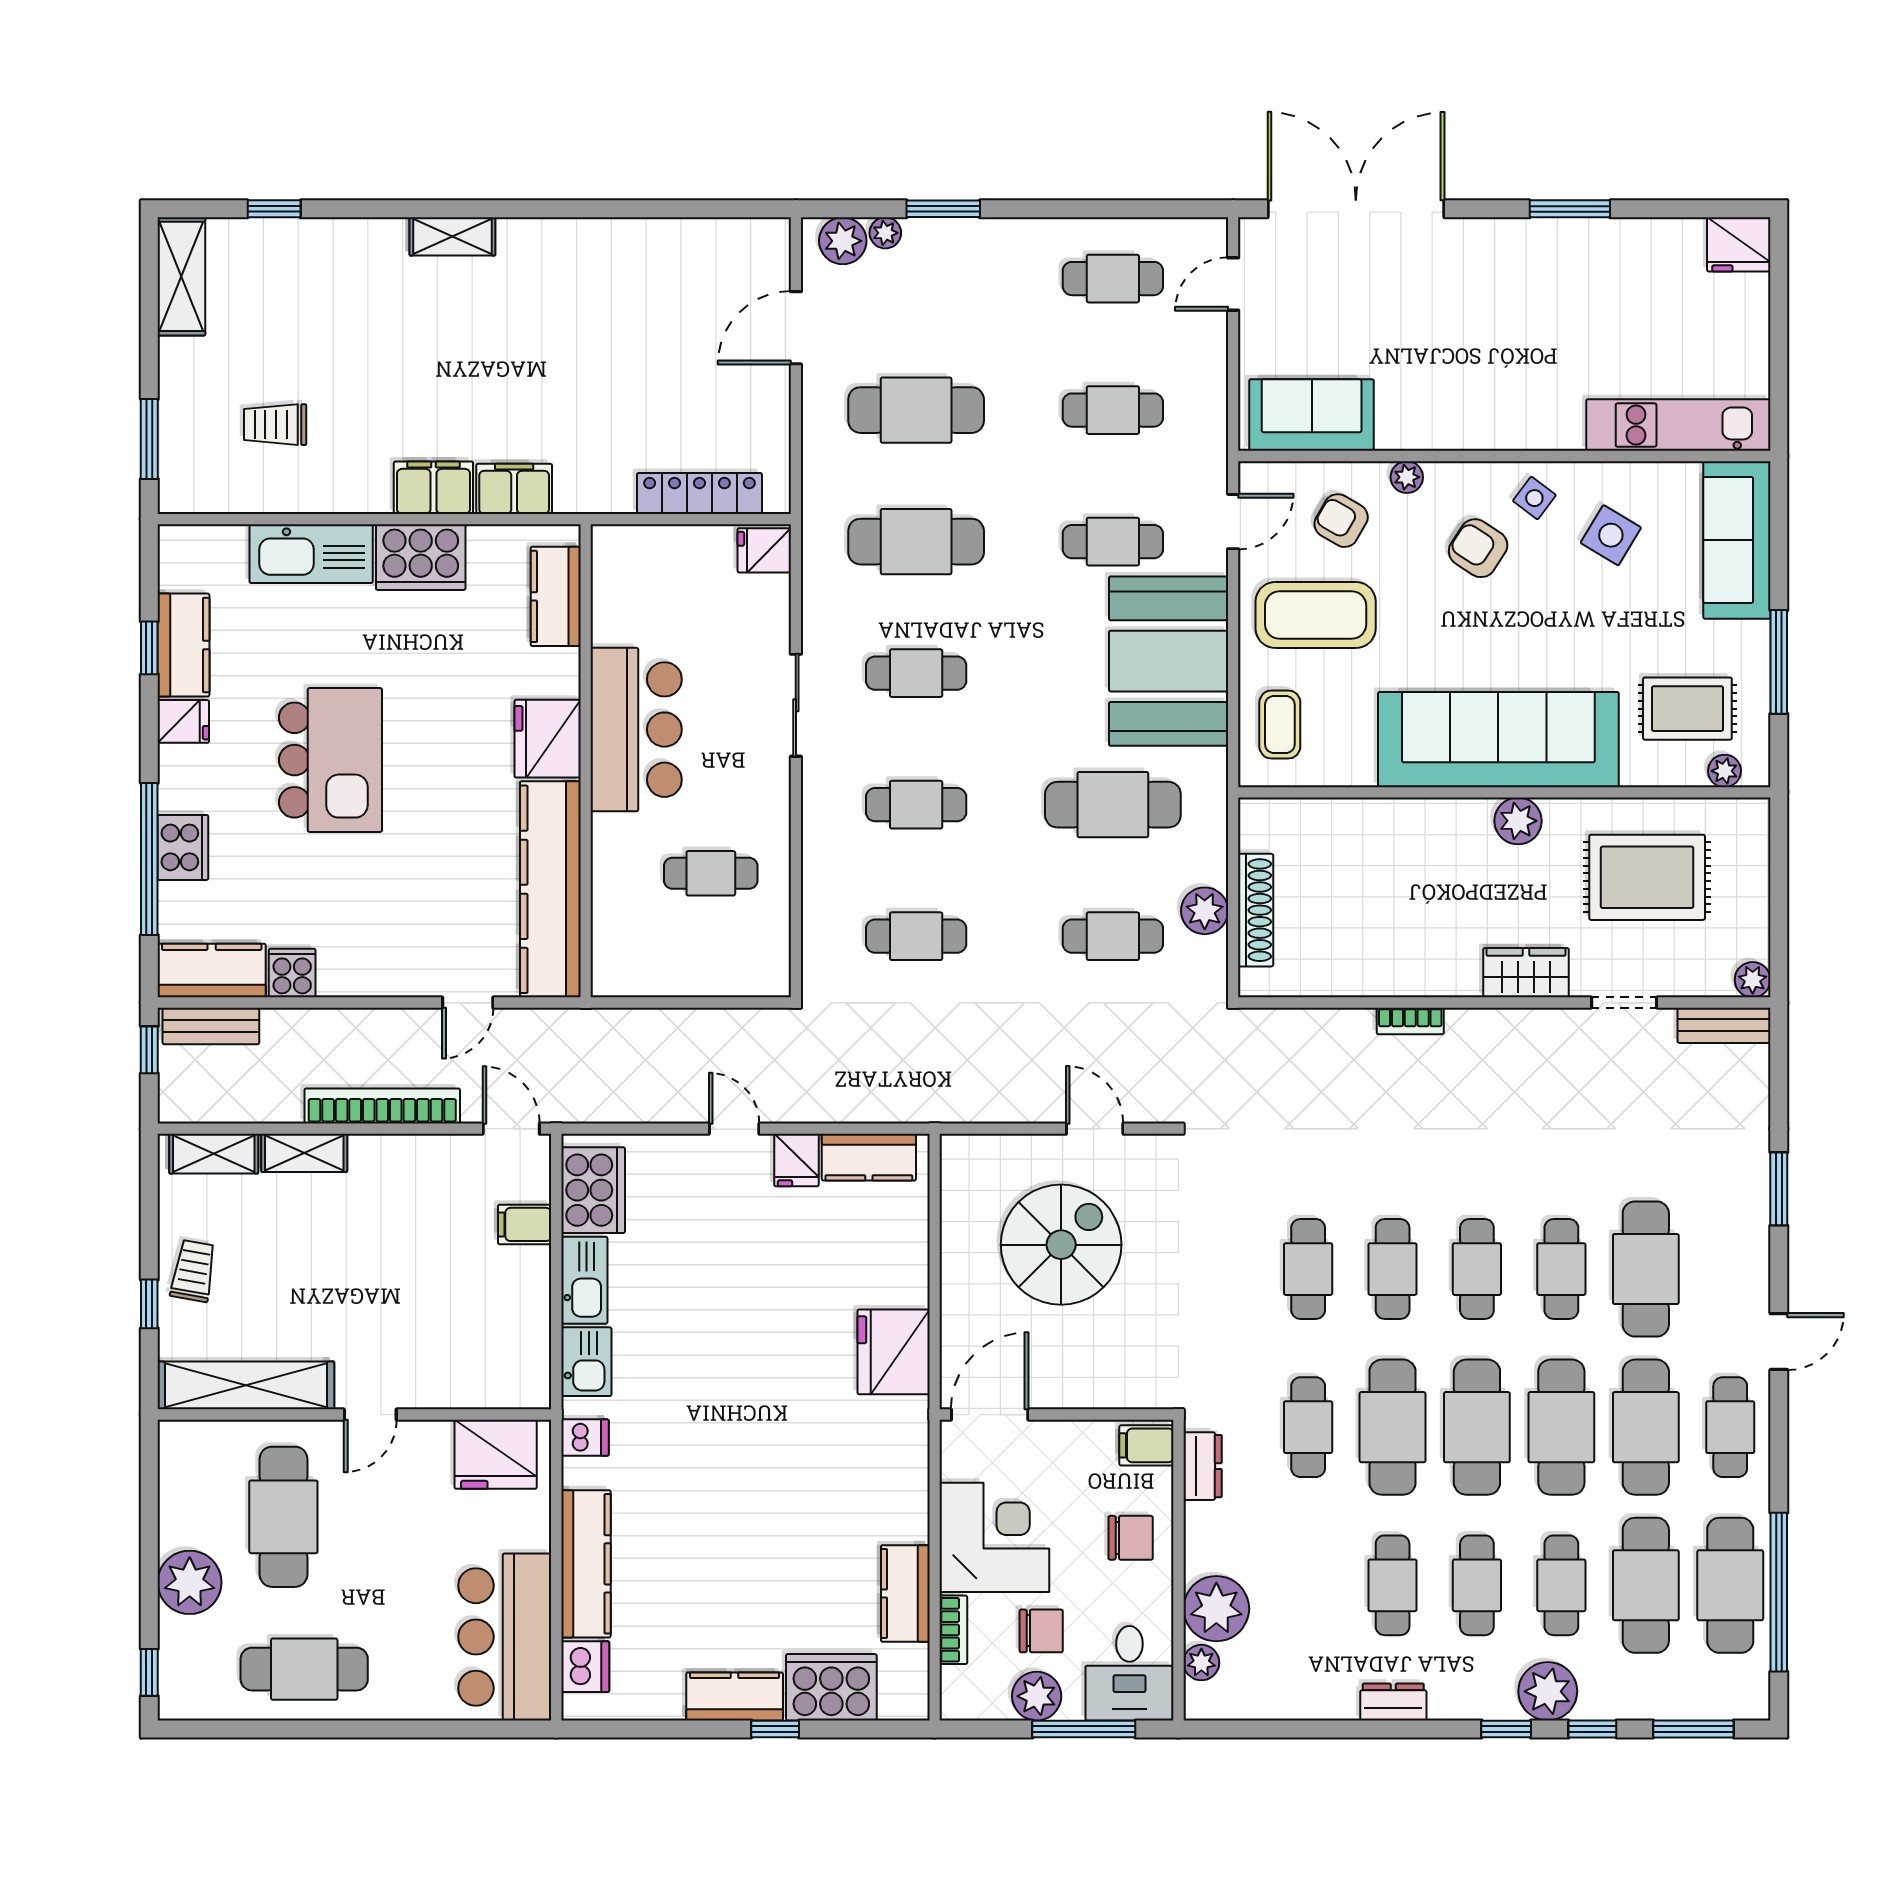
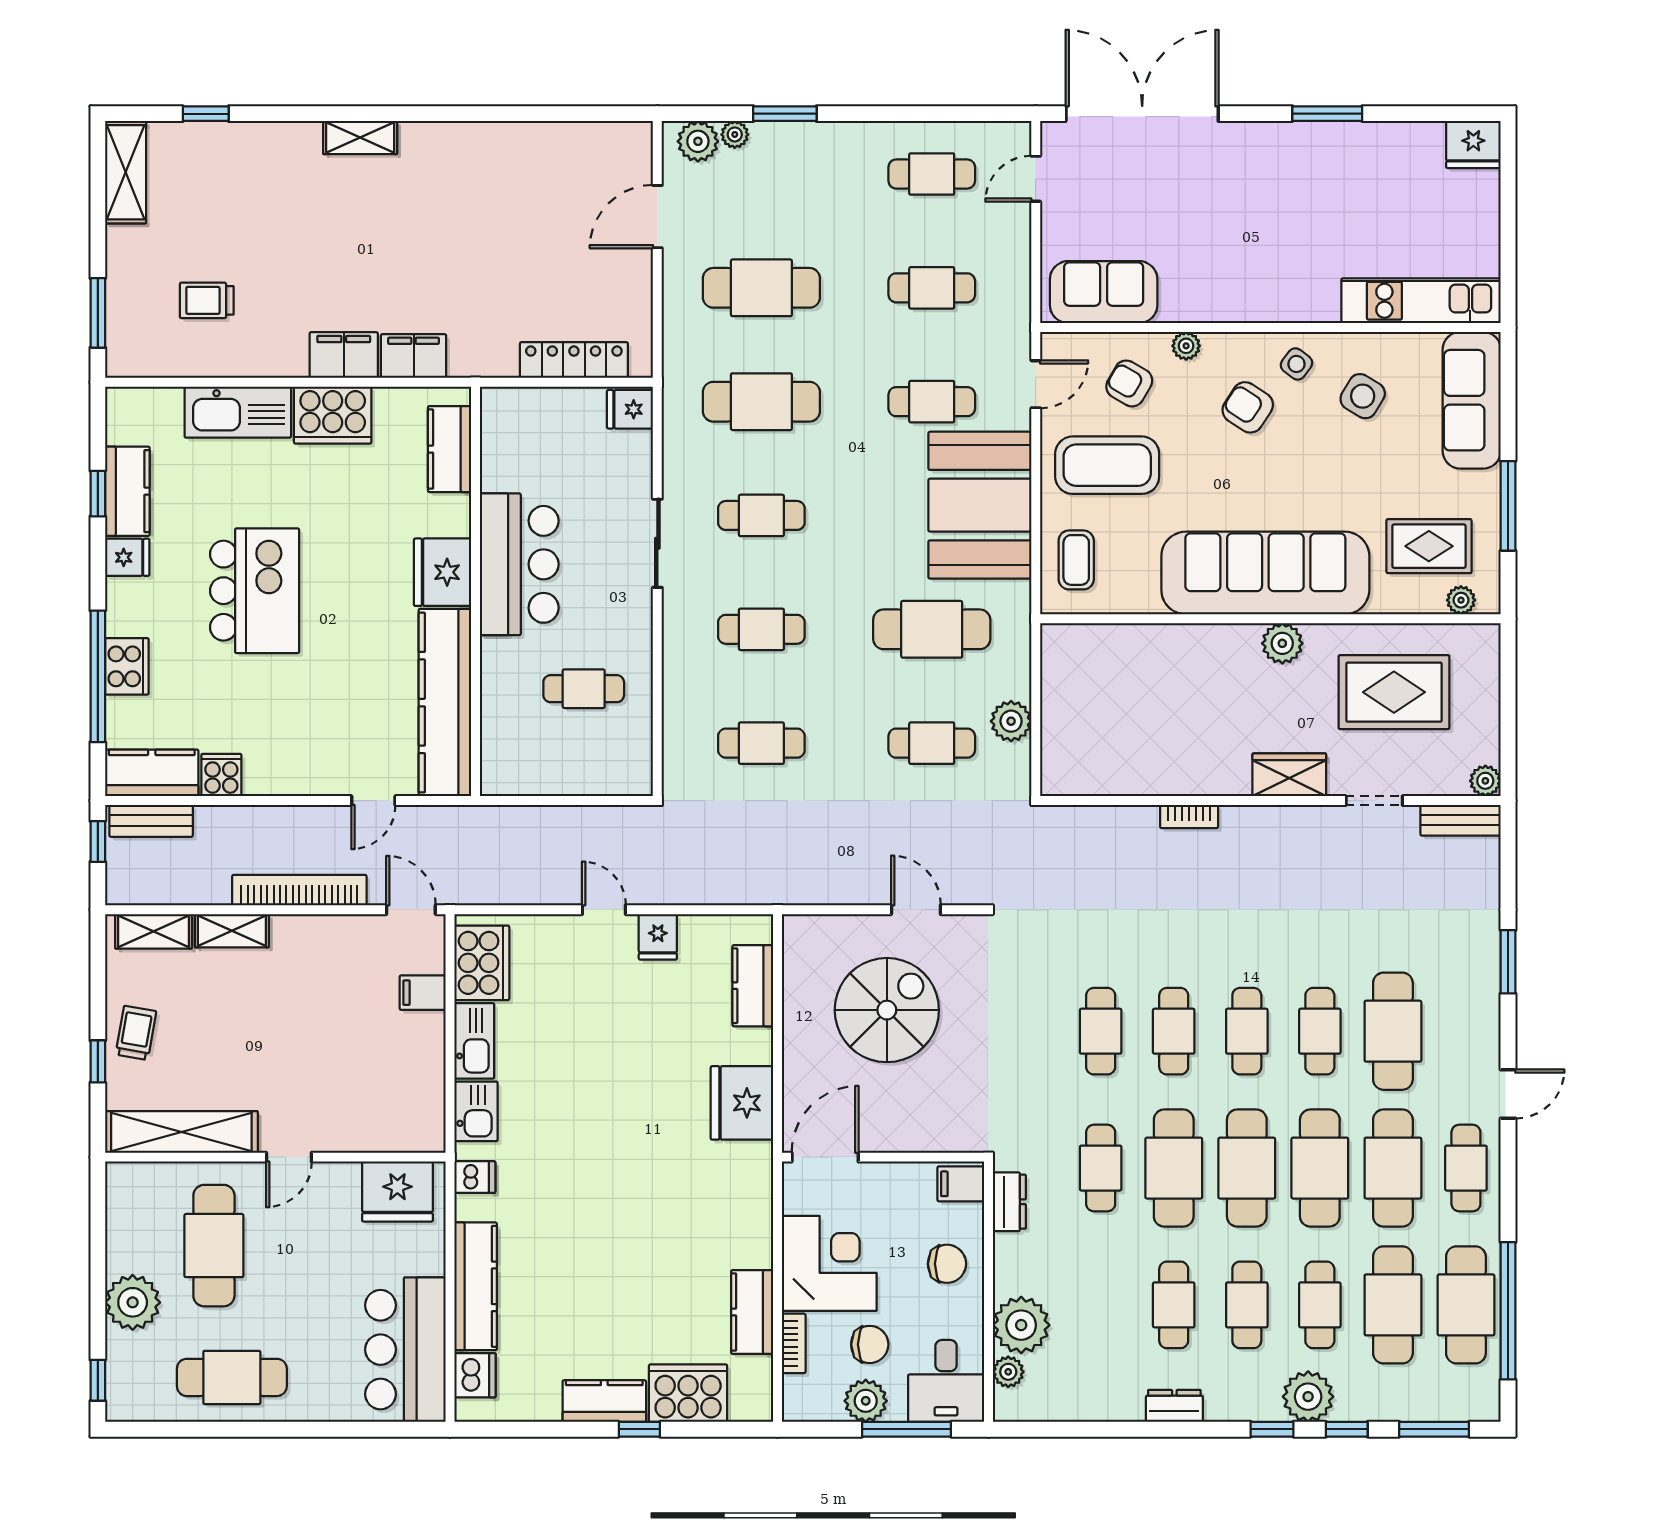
shoe rack: (1256, 910) -> (1055, 721), removed
kitchen counter: (869, 1157) -> (753, 986), moved, turned 90

